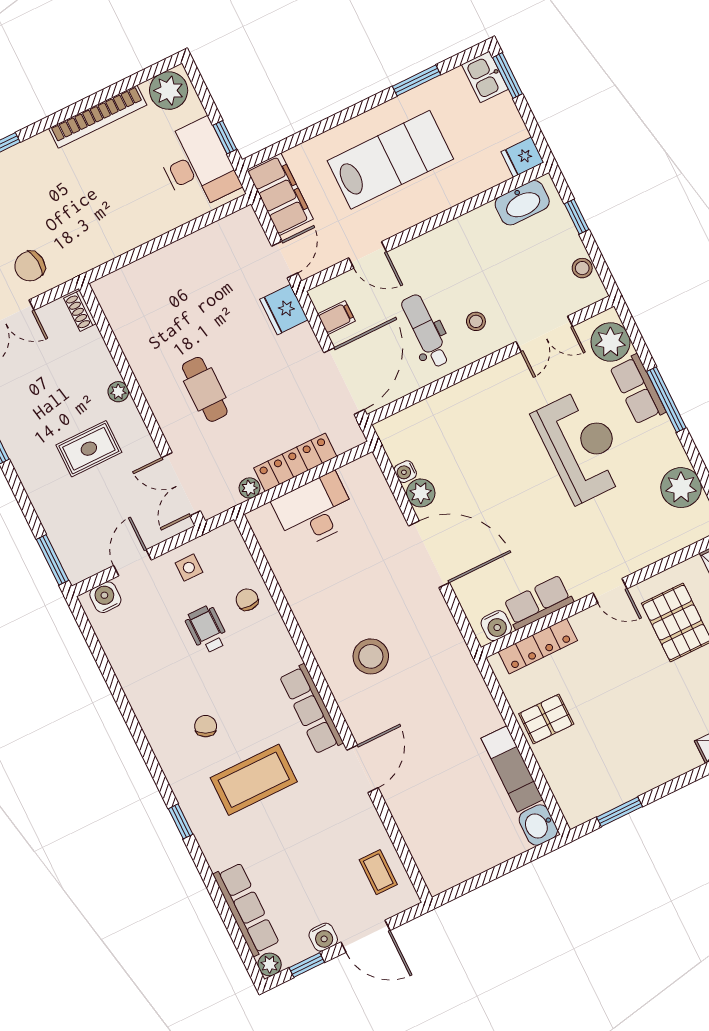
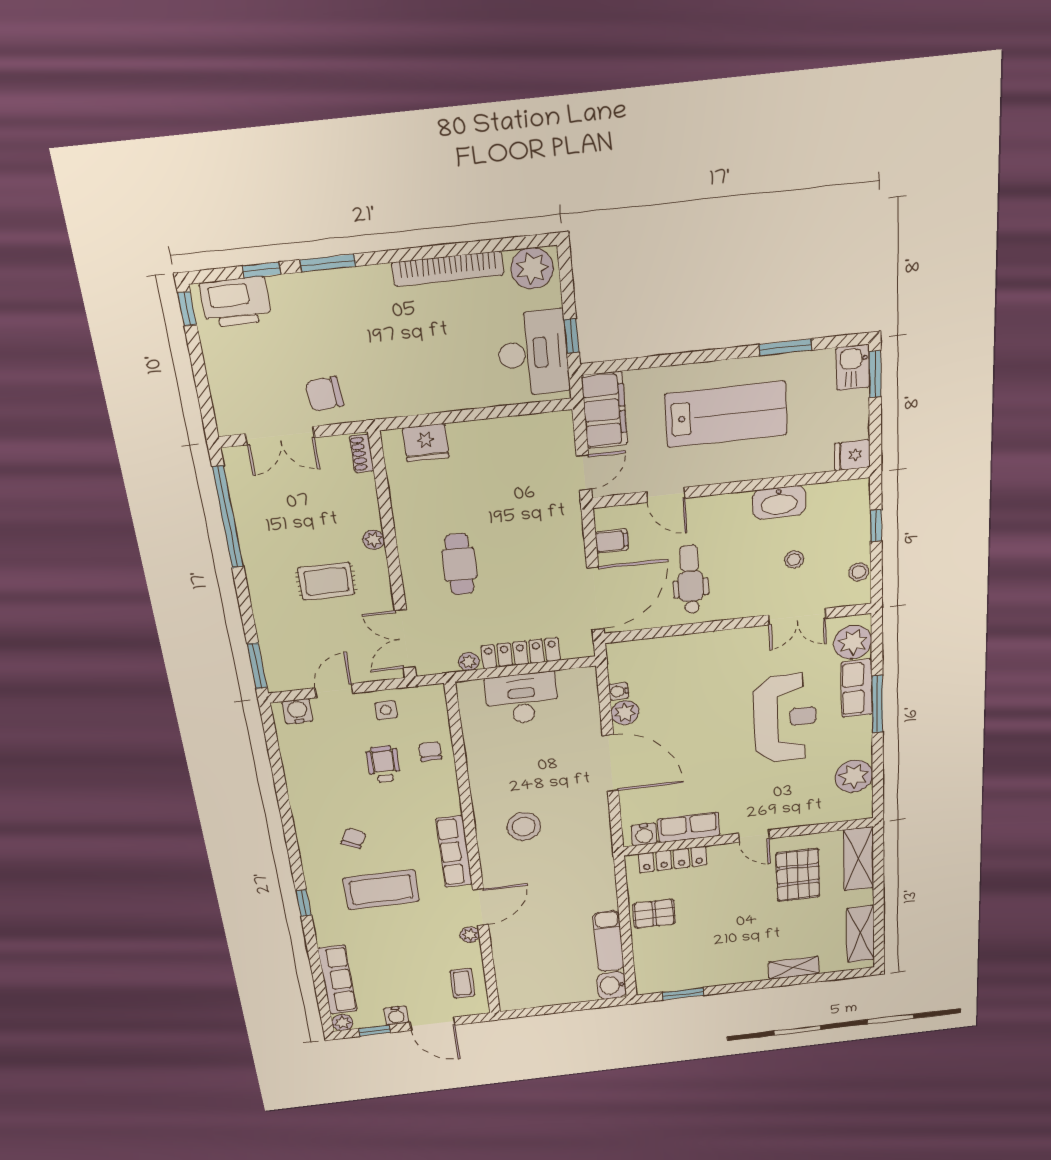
washbasin: (522, 203) -> (779, 502), moved
fridge: (284, 310) -> (426, 443), moved, turned -90
stool: (476, 321) -> (794, 560), moved
plant: (364, 807) -> (470, 935), added

